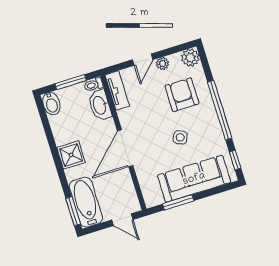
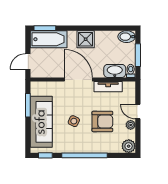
tv unit: (117, 90) -> (108, 87), moved
armchair: (182, 95) -> (102, 121), moved

